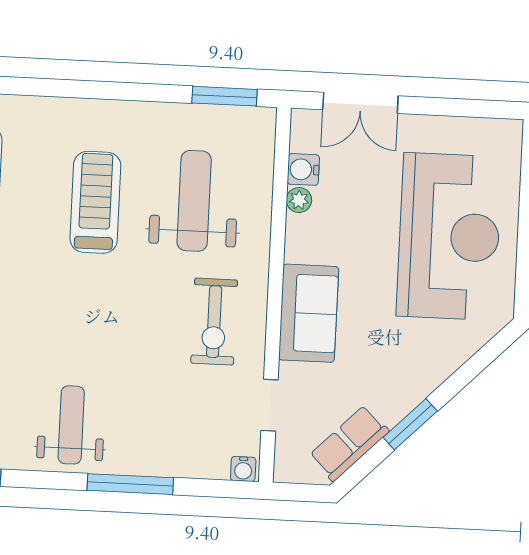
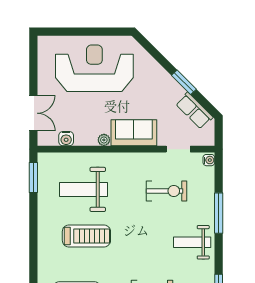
plant: (299, 200) -> (104, 140), moved
treadmill: (95, 202) -> (86, 236), turned 180
exercise bike: (214, 322) -> (167, 191), moved

